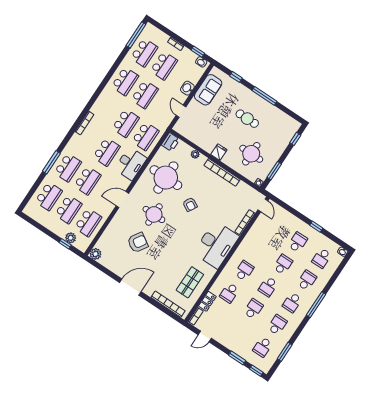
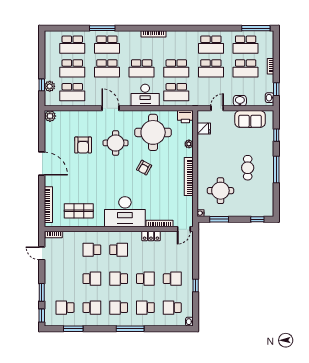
fridge: (219, 152) -> (204, 129), moved
armchair: (138, 243) -> (83, 145), turned 58
school desk: (307, 280) -> (145, 308), turned 180
locker: (207, 301) -> (151, 236), moved

